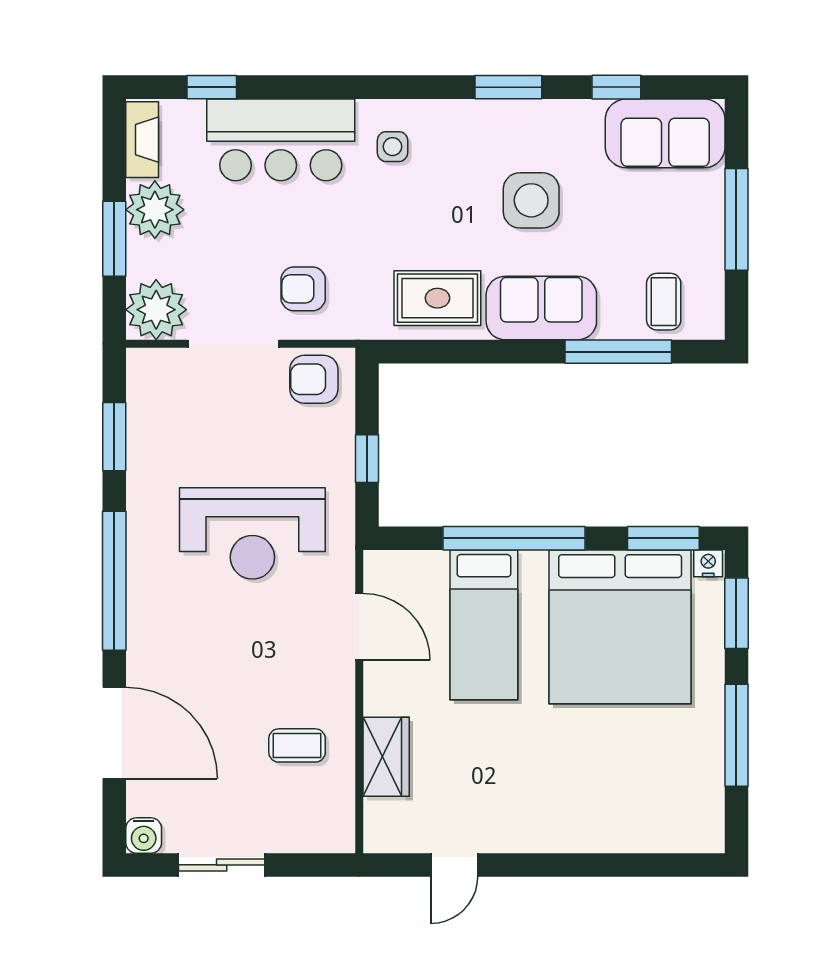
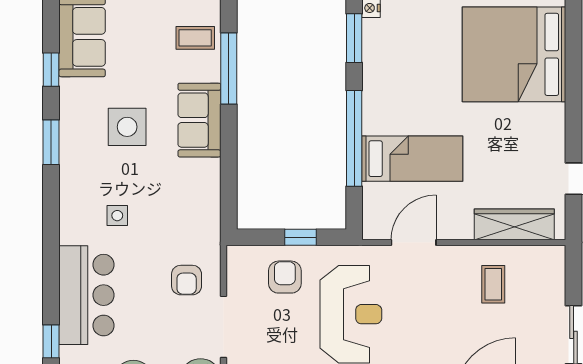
side table: (393, 147) -> (117, 216), moved
rug: (437, 298) -> (193, 190), removed
armchair: (314, 379) -> (285, 277), moved, turned 180
bed: (620, 627) -> (514, 54), moved, turned 180
wardrobe: (386, 757) -> (514, 224), width x1.50

